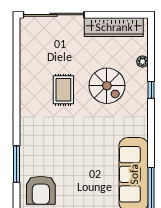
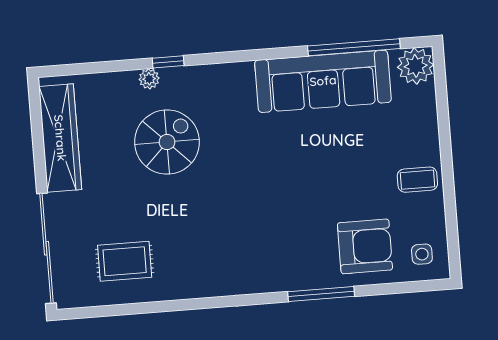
plant: (143, 62) -> (149, 79), moved
rug: (63, 90) -> (125, 261), moved

